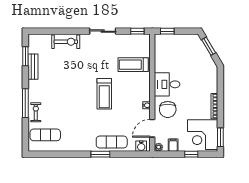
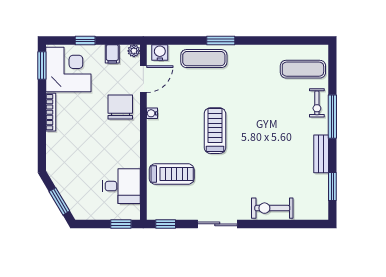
bench: (33, 67) -> (321, 154), moved
desk: (167, 84) -> (121, 186), moved

